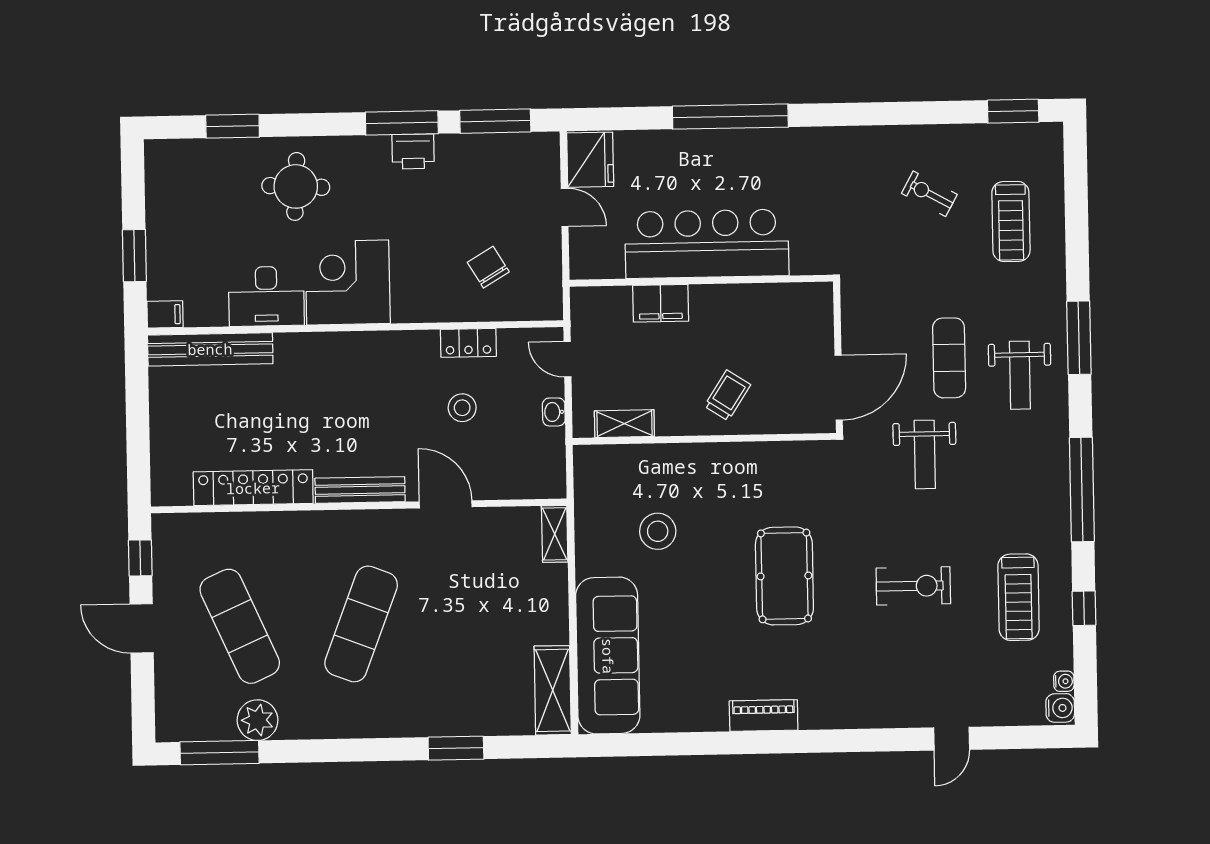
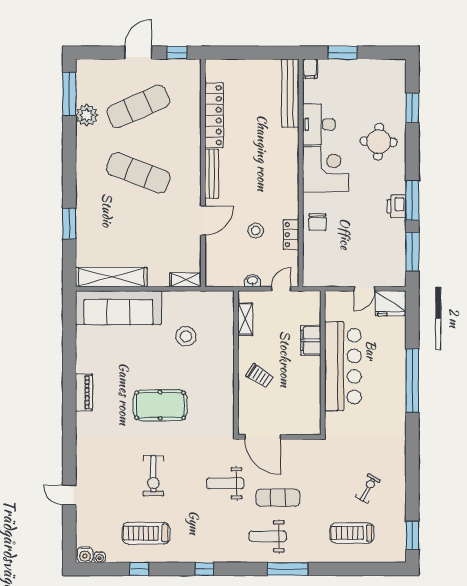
chair: (488, 267) -> (318, 222), moved, turned 121
window: (1082, 490) -> (204, 569), width x0.32
shelving: (553, 690) -> (111, 277), width x1.47

